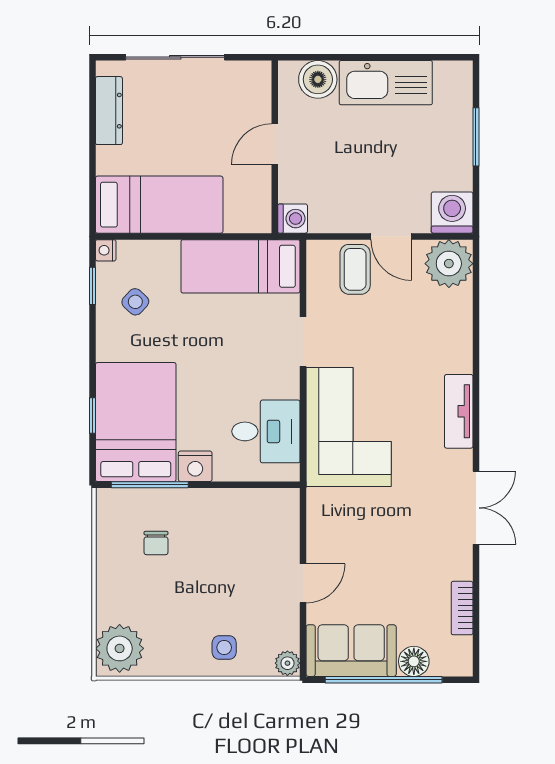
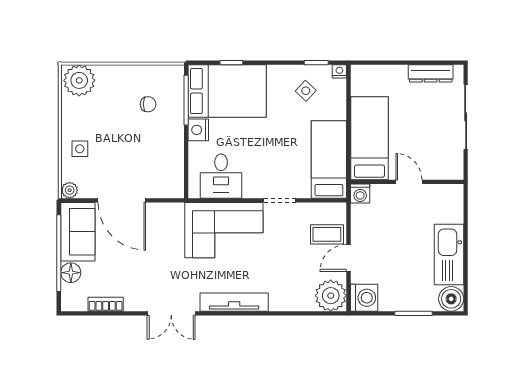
boiler: (318, 79) -> (451, 299), moved
bed: (159, 205) -> (369, 138), moved, turned 180
tv unit: (459, 411) -> (234, 302), width x1.41
chair: (156, 543) -> (148, 104), turned 180
door: (303, 583) -> (122, 200), width x1.88

